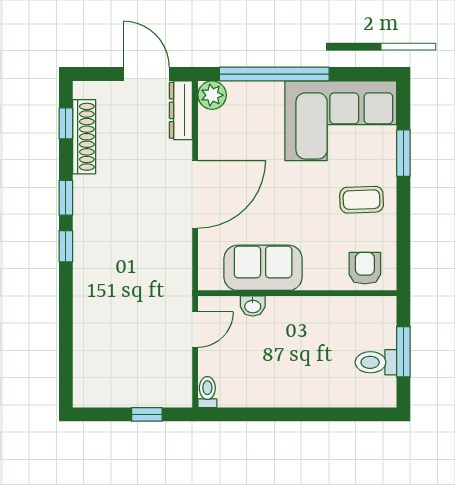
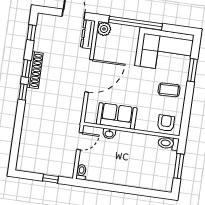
shoe rack: (84, 137) -> (35, 70), moved
toilet: (376, 362) -> (168, 143), moved

